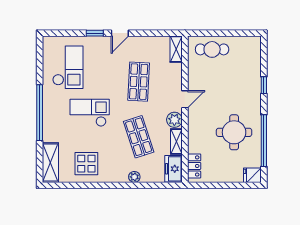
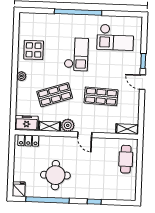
shelving: (50, 163) -> (36, 20), removed
plant: (134, 177) -> (21, 76), moved

